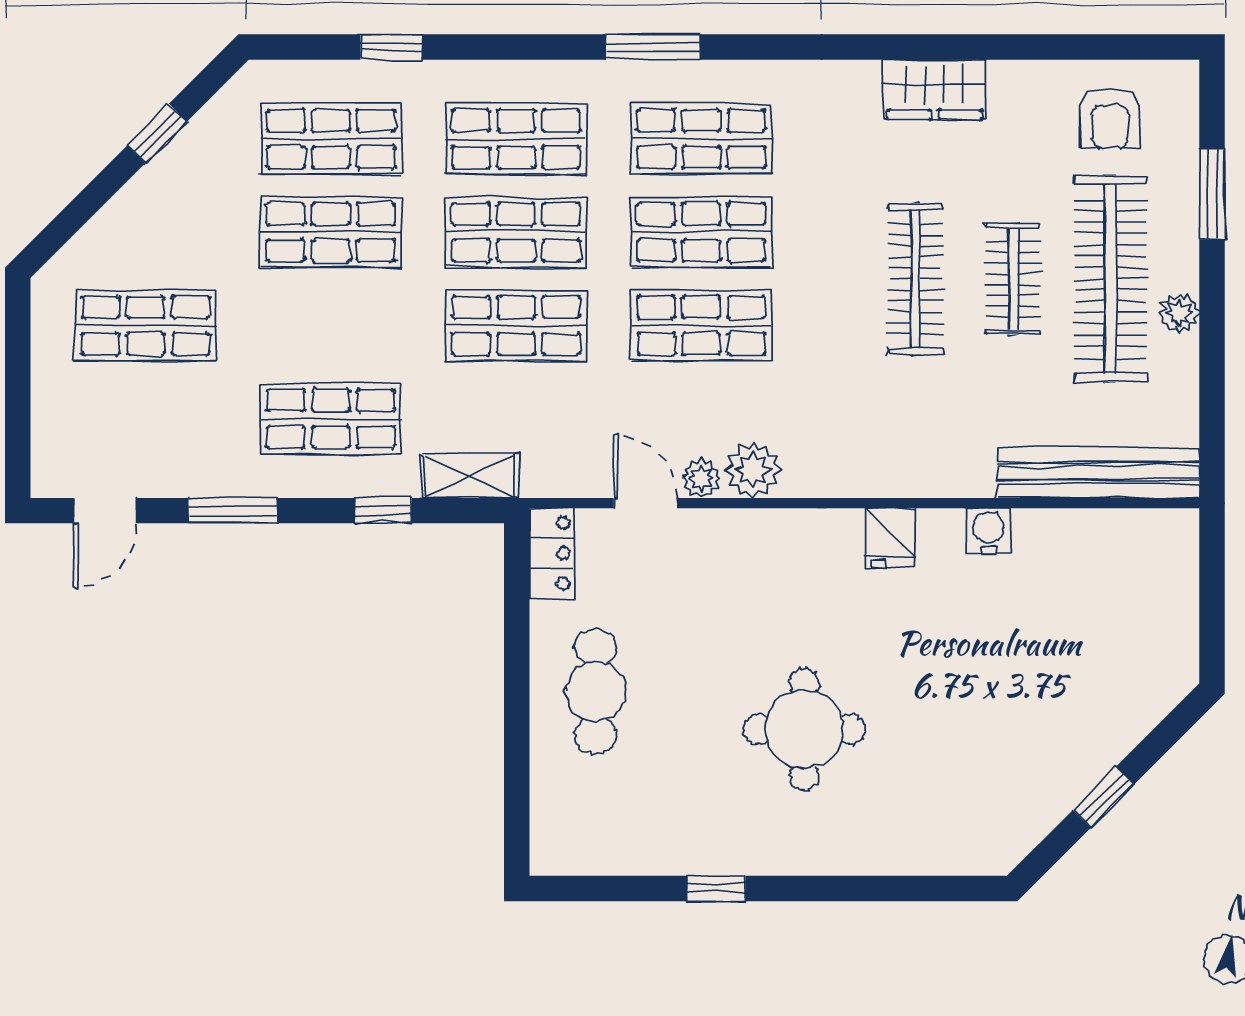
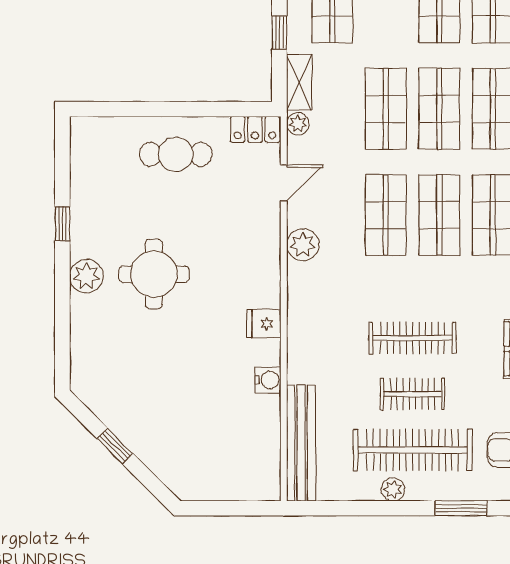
plant: (701, 479) -> (298, 124), moved
plant: (808, 847) -> (86, 276), added

